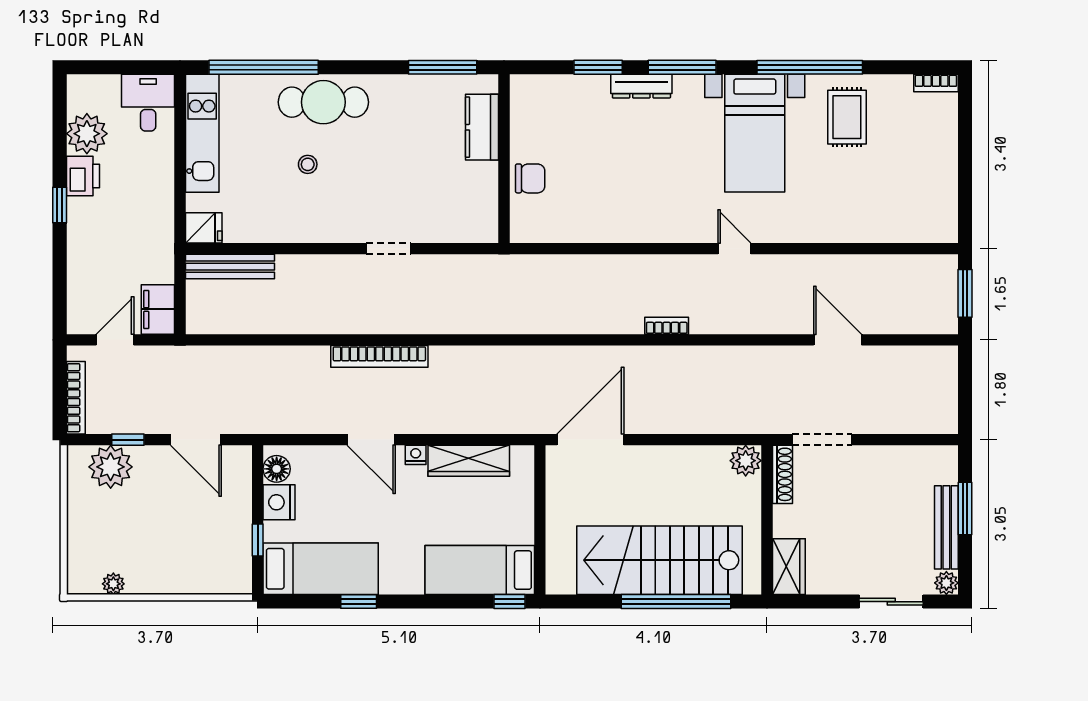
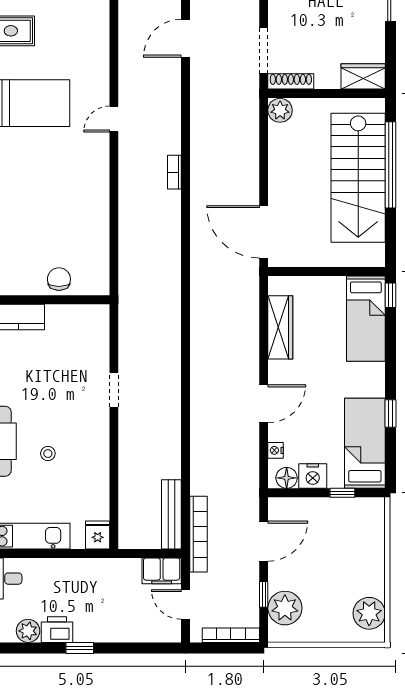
plant: (87, 134) -> (28, 631), width x0.73, depth x0.73
bench: (230, 267) -> (171, 514), moved
bookcase: (379, 356) -> (198, 534), moved
nightstand: (416, 455) -> (276, 450), moved
plant: (113, 584) -> (369, 613), width x1.87, depth x1.87

